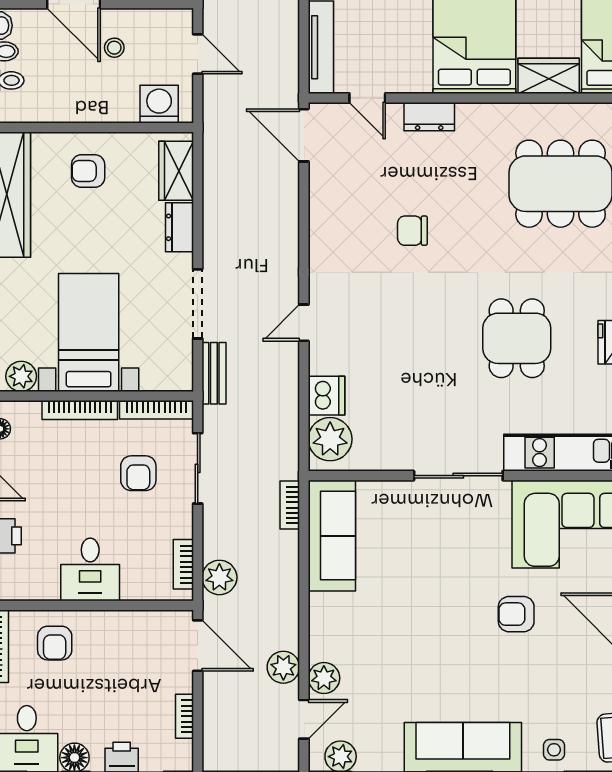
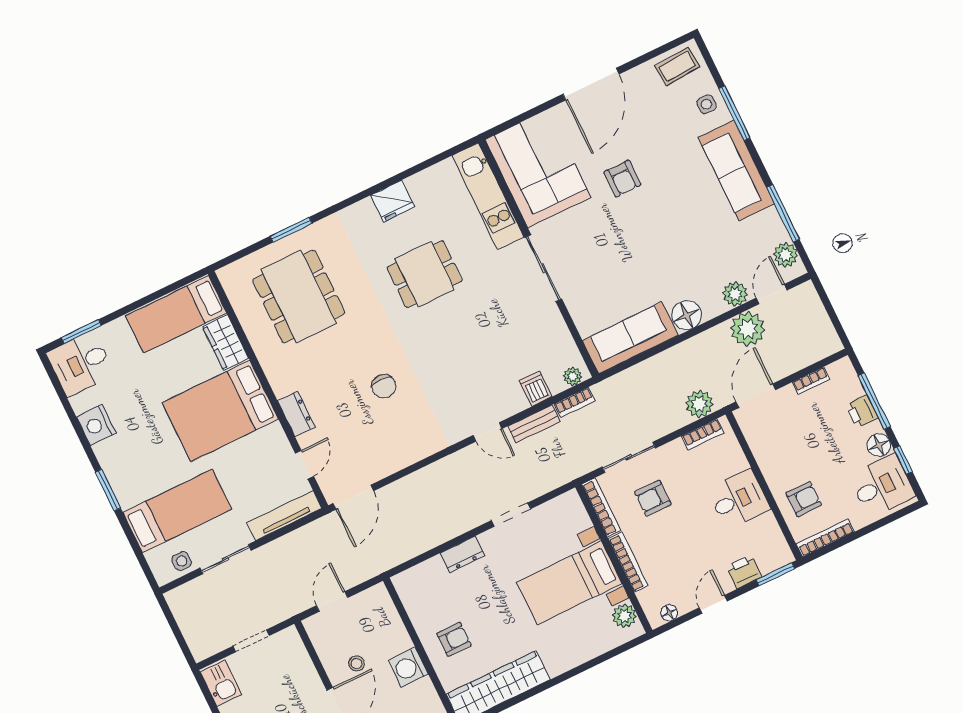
washing machine: (159, 104) -> (408, 667), moved
armchair: (88, 171) -> (454, 639), turned -90
wardrobe: (176, 171) -> (423, 576), removed
doorway: (198, 304) -> (511, 515), width x0.73
bench: (214, 373) -> (534, 424), moved
dishwasher: (326, 396) -> (536, 389), width x0.73
plant: (330, 439) -> (573, 376), width x0.53, depth x0.53
armchair: (138, 473) -> (653, 498), turned 180
bookcase: (290, 505) -> (574, 402), moved
floor lamp: (327, 612) -> (687, 315), added
plant: (283, 667) -> (748, 329), width x1.36, depth x1.36
door: (304, 719) -> (772, 294), hinge flipped

